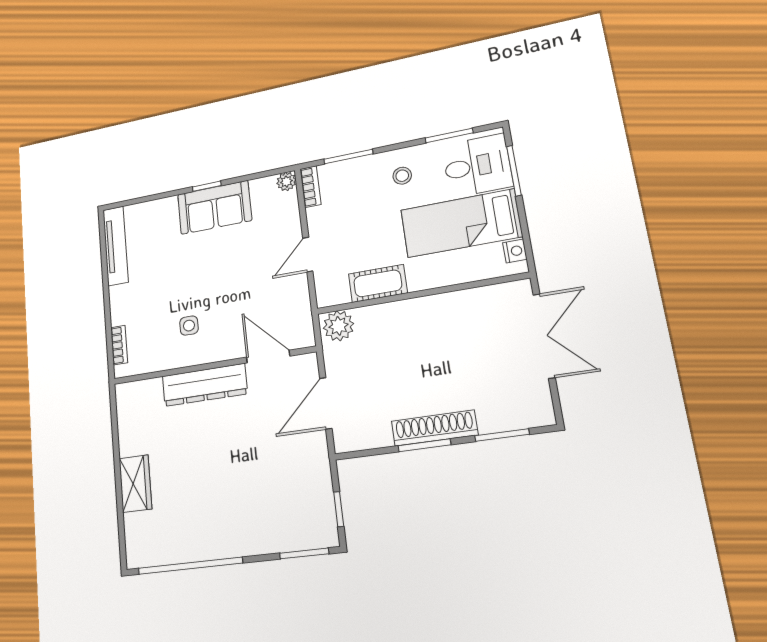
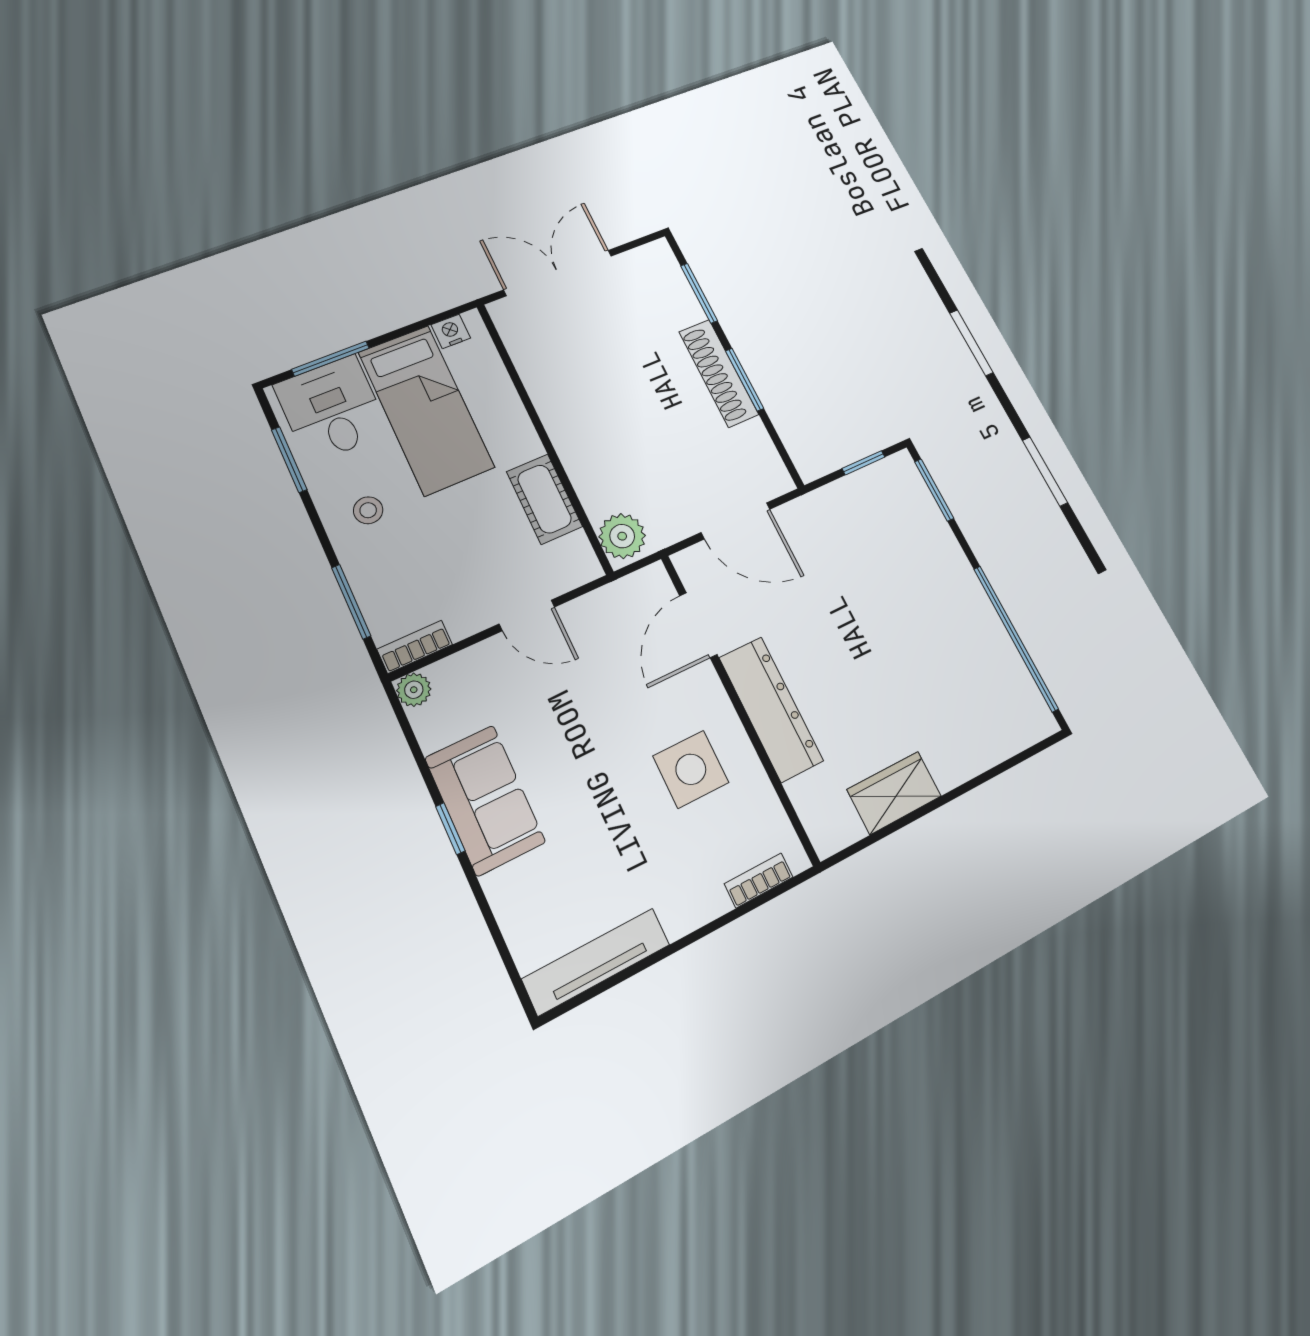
side table: (189, 326) -> (691, 769), width x1.87, depth x1.87
wardrobe: (135, 484) -> (894, 793), moved

